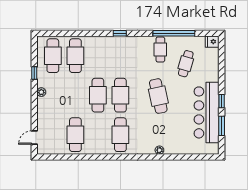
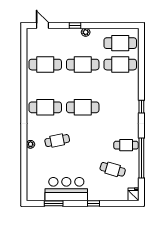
window: (34, 73) -> (75, 25), moved
cafe table: (98, 95) -> (83, 65), moved
cafe table: (158, 96) -> (57, 141), moved, width x0.73, depth x0.74
window: (222, 101) -> (93, 203), moved
bar counter: (207, 112) -> (66, 189), width x0.73

